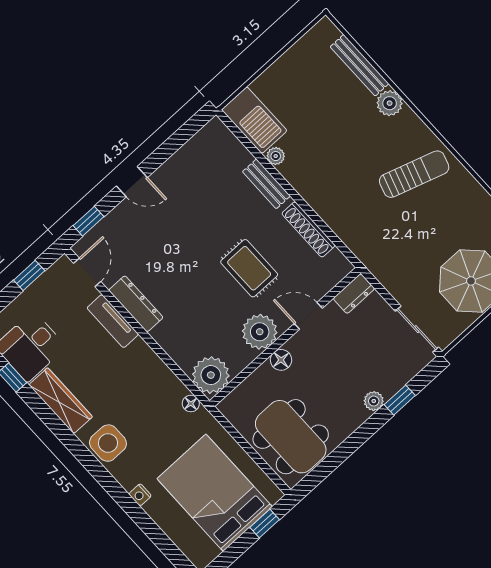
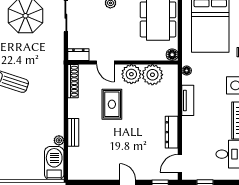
shoe rack: (308, 229) -> (73, 81), moved
tv unit: (113, 321) -> (188, 100), moved
floor lamp: (281, 360) -> (172, 55), moved
plant: (211, 375) -> (152, 75), moved

